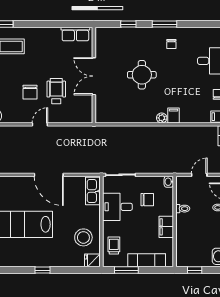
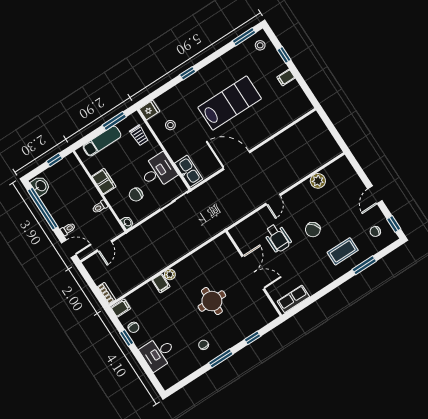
chair: (30, 92) -> (313, 230), moved, turned -127
stool: (83, 237) -> (170, 125), width x0.53, depth x0.53

